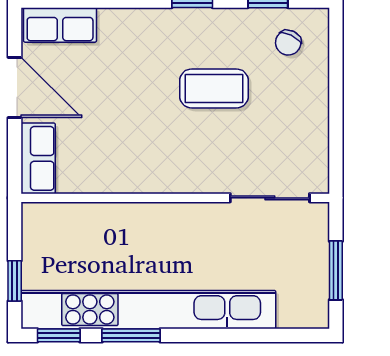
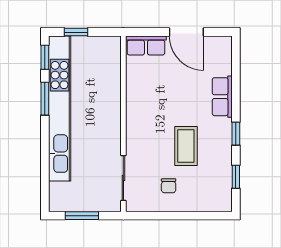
row of seats: (60, 25) -> (222, 97), moved
chair: (288, 43) -> (169, 186), moved, turned -116
door: (15, 88) -> (186, 32), hinge flipped

